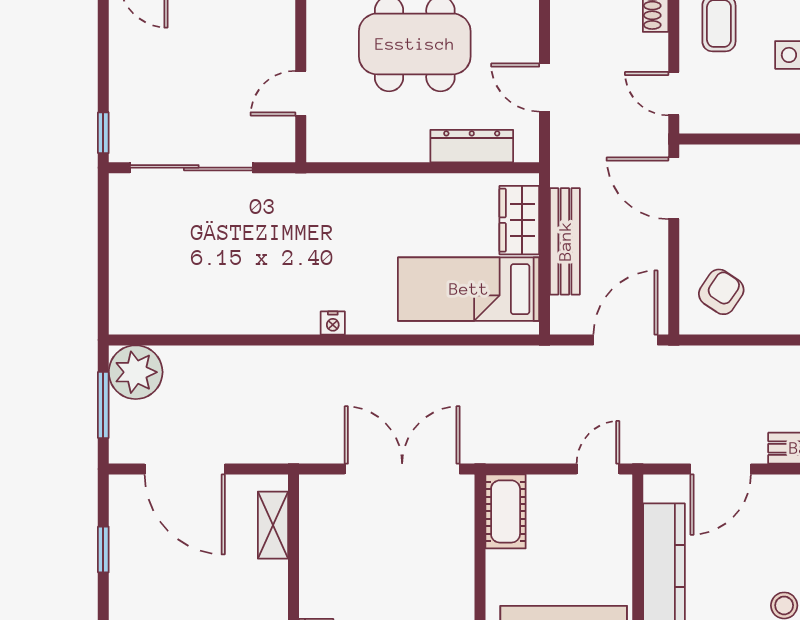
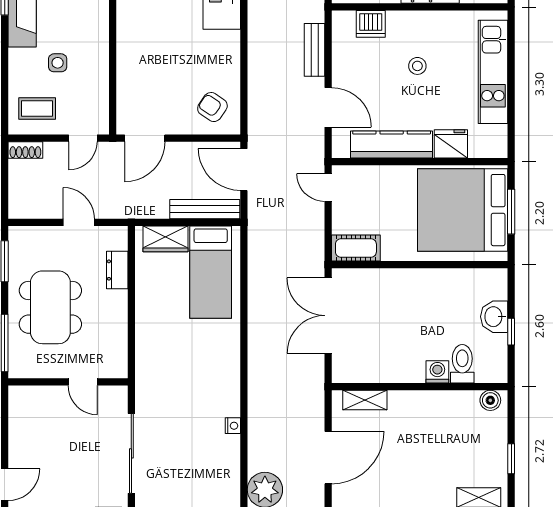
door: (545, 88) -> (79, 222), swing flipped
dresser: (472, 146) -> (117, 270), width x0.70
bench: (565, 241) -> (205, 209), moved
nightstand: (333, 323) -> (233, 426), moved

